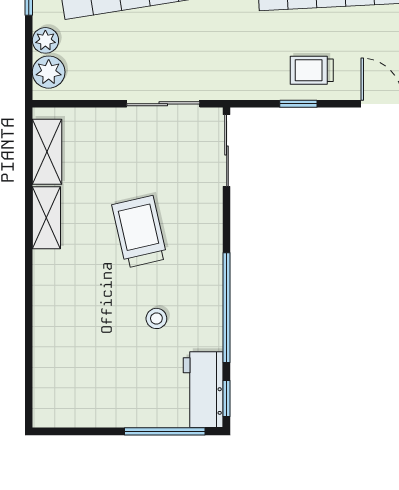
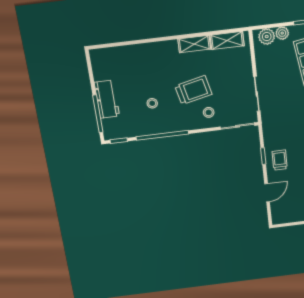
stool: (190, 207) -> (209, 112), added
workbench: (203, 390) -> (107, 99), moved, turned 90

